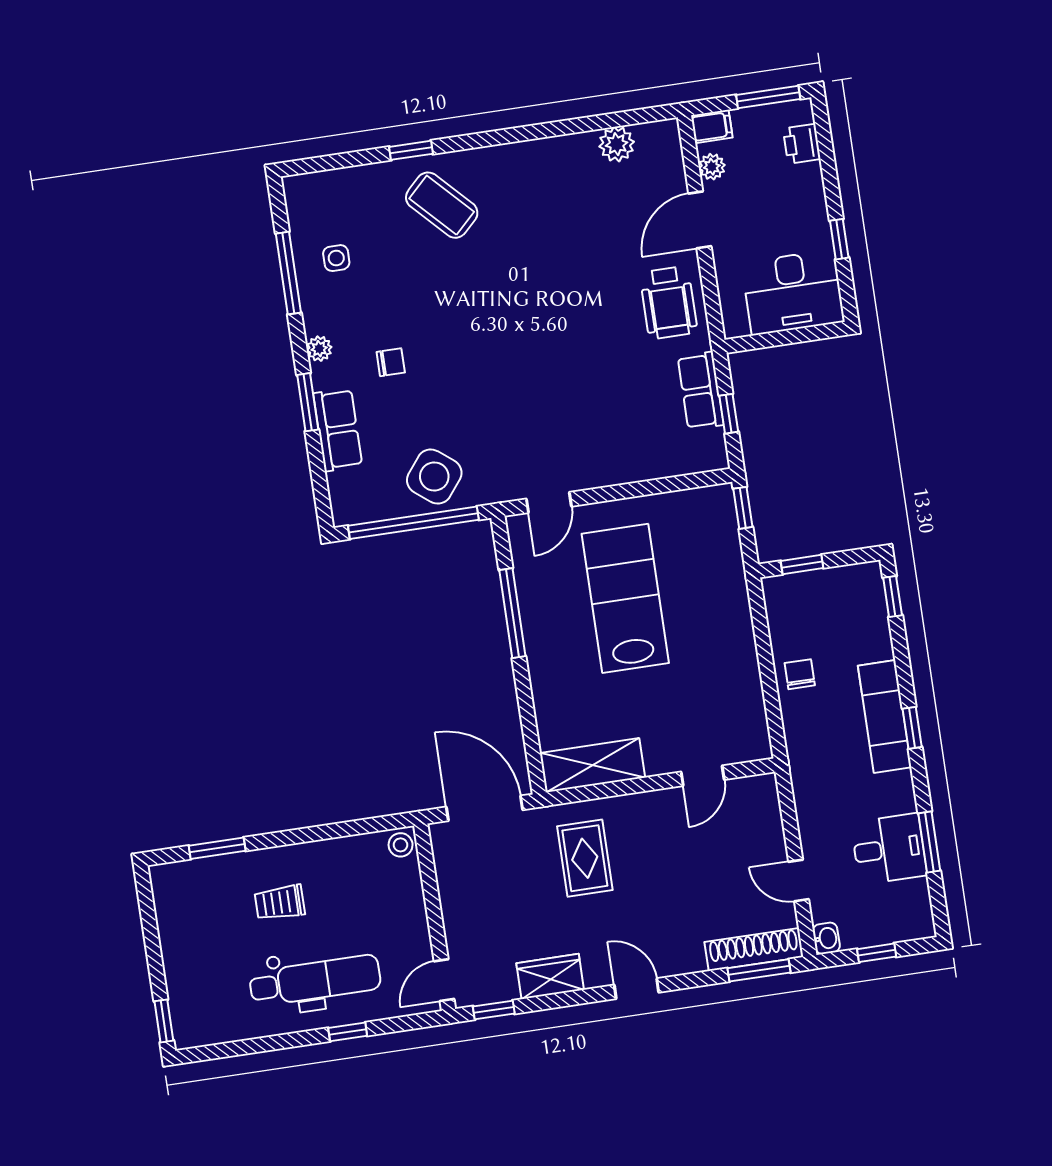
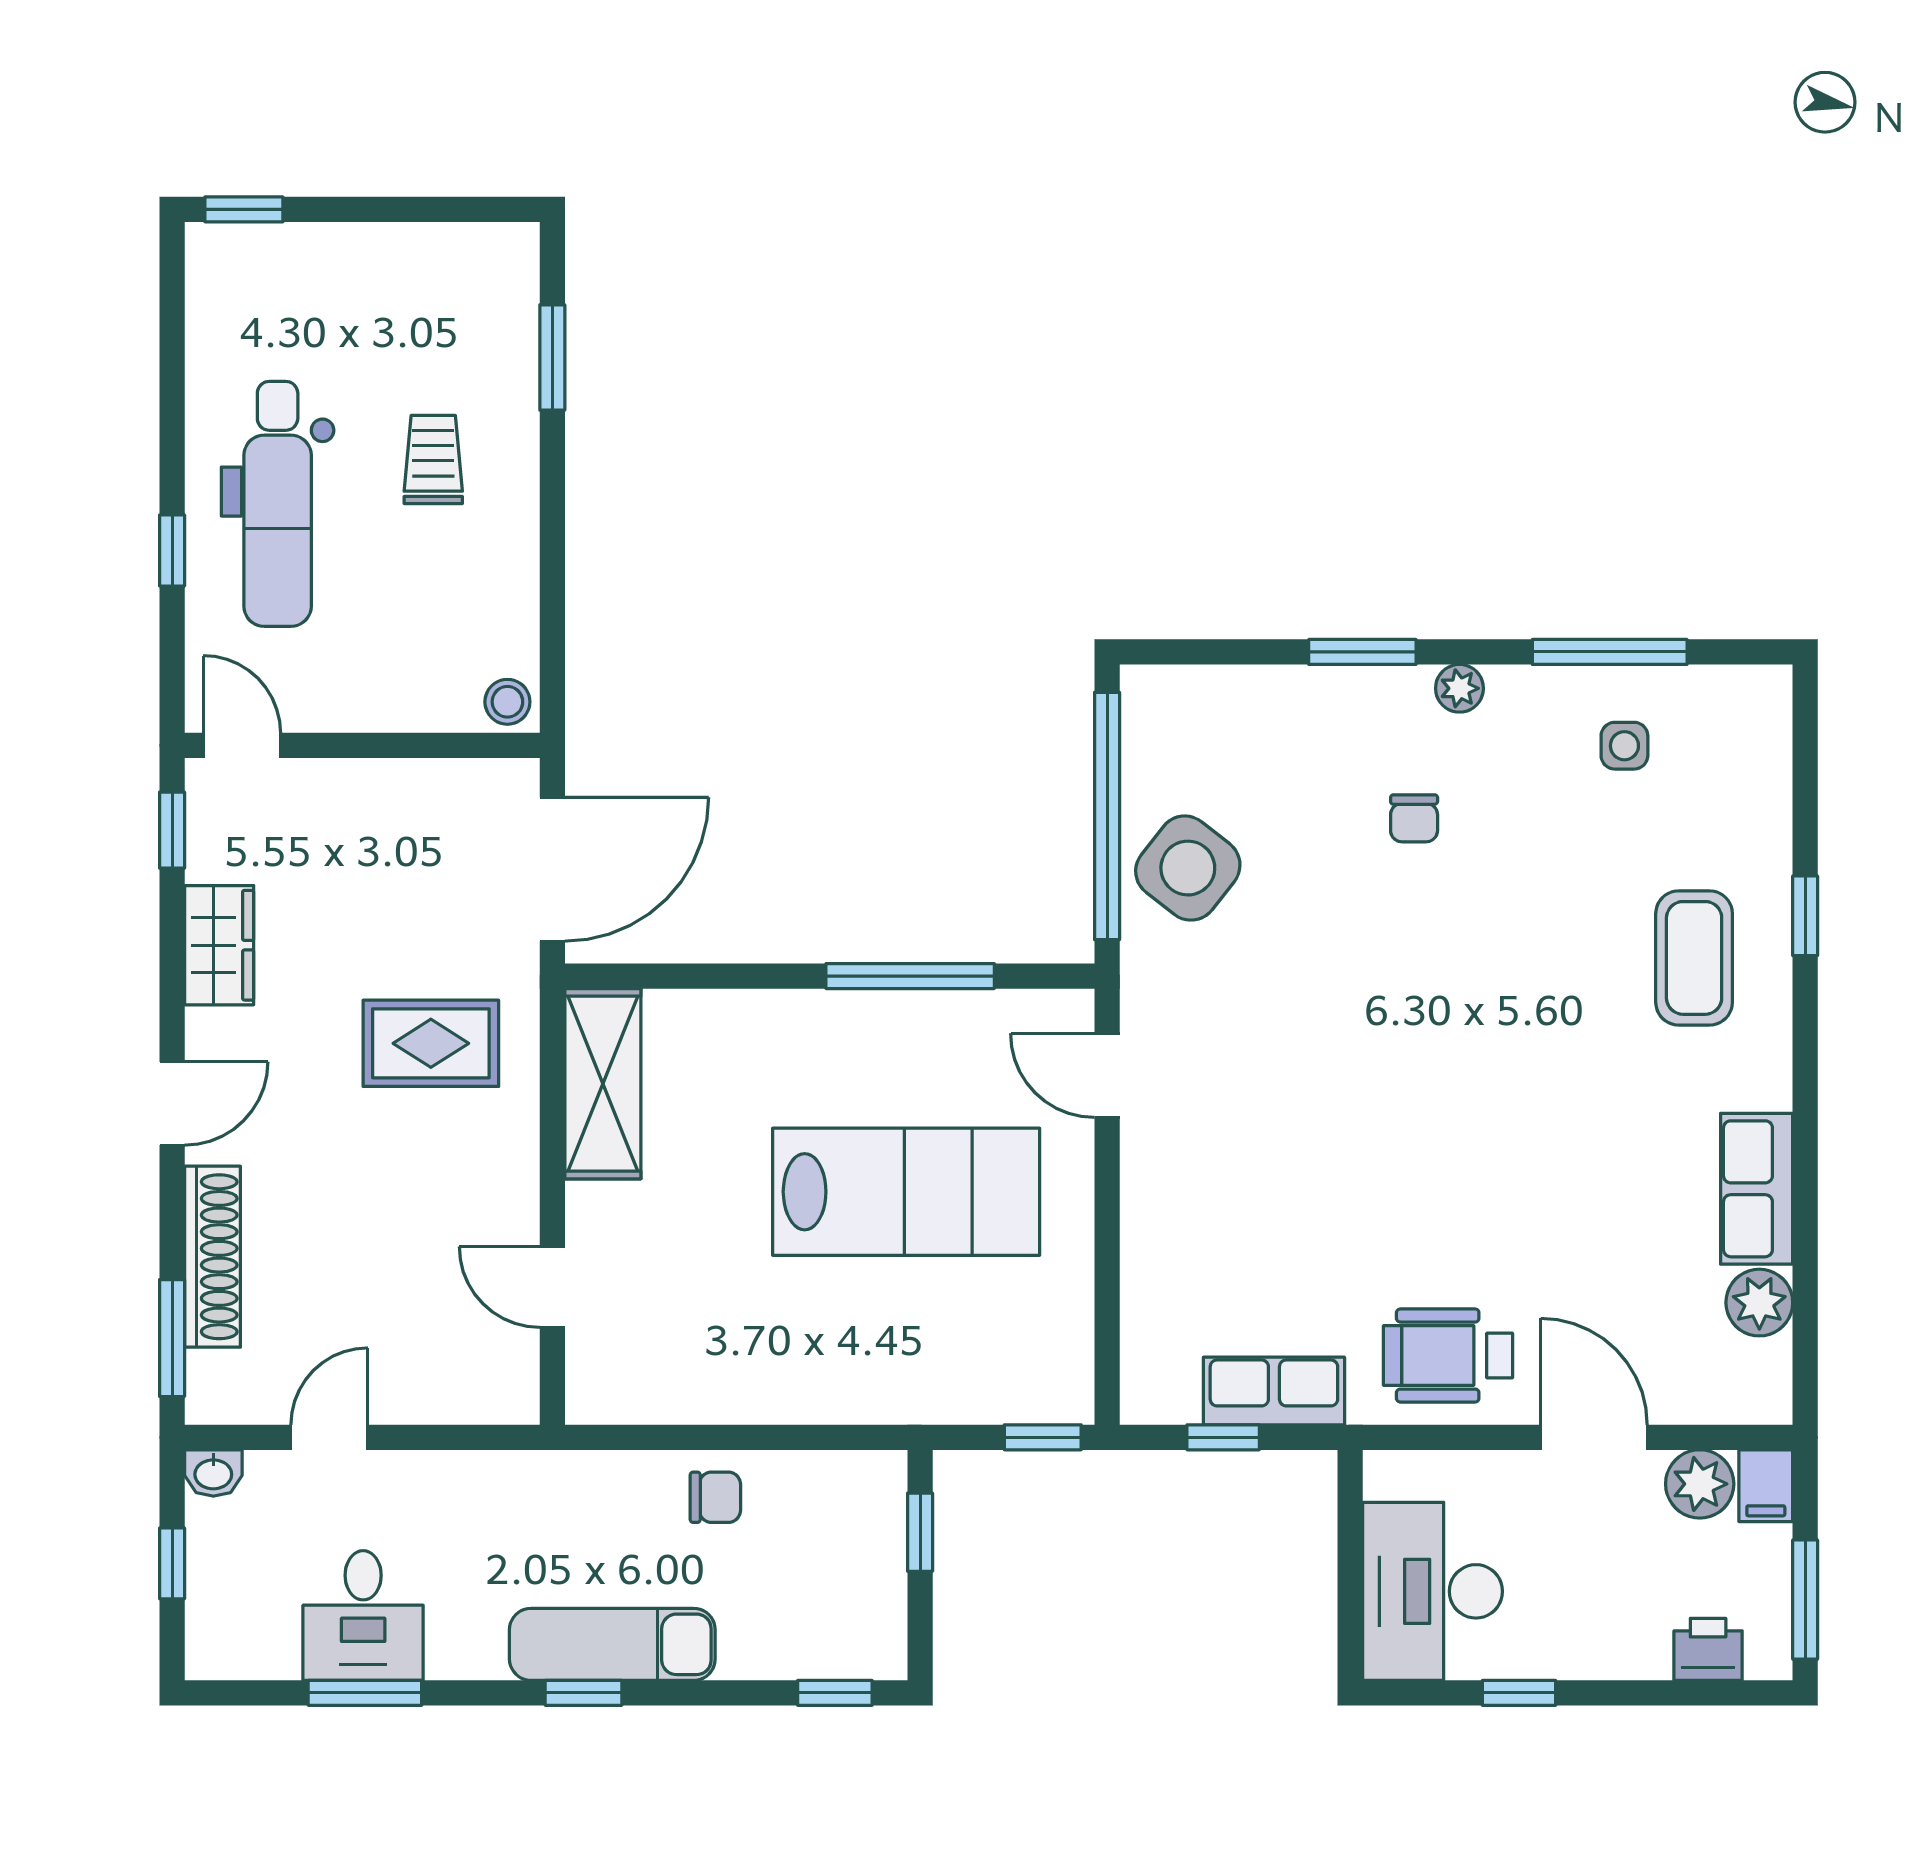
plant: (712, 167) -> (1700, 1484), width x1.38, depth x1.38
coffee table: (442, 205) -> (1694, 958), turned -46
row of seats: (338, 430) -> (1757, 1189), moved, turned 90
shoe rack: (754, 950) -> (213, 1257), moved

